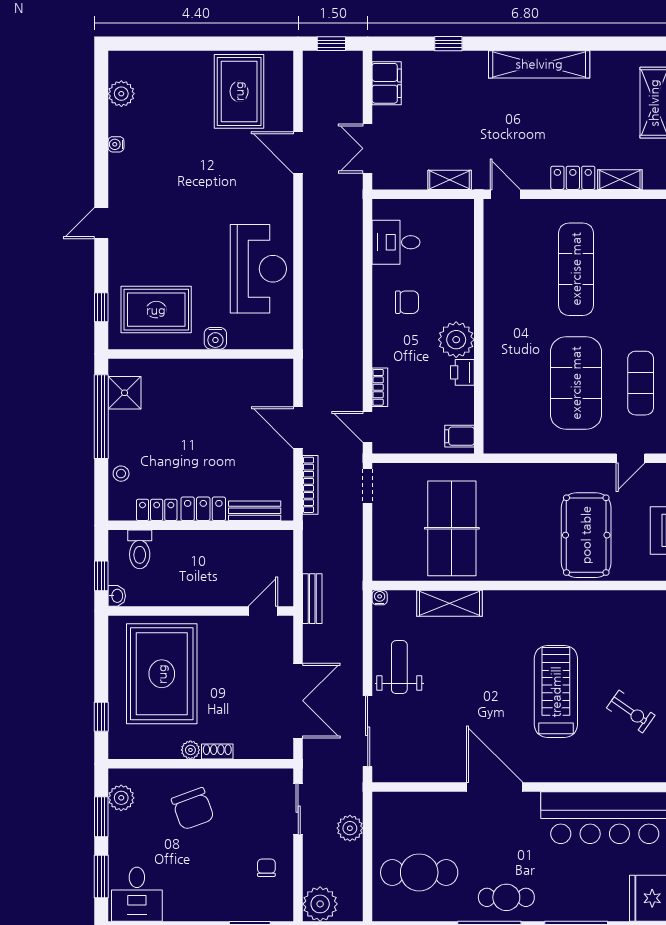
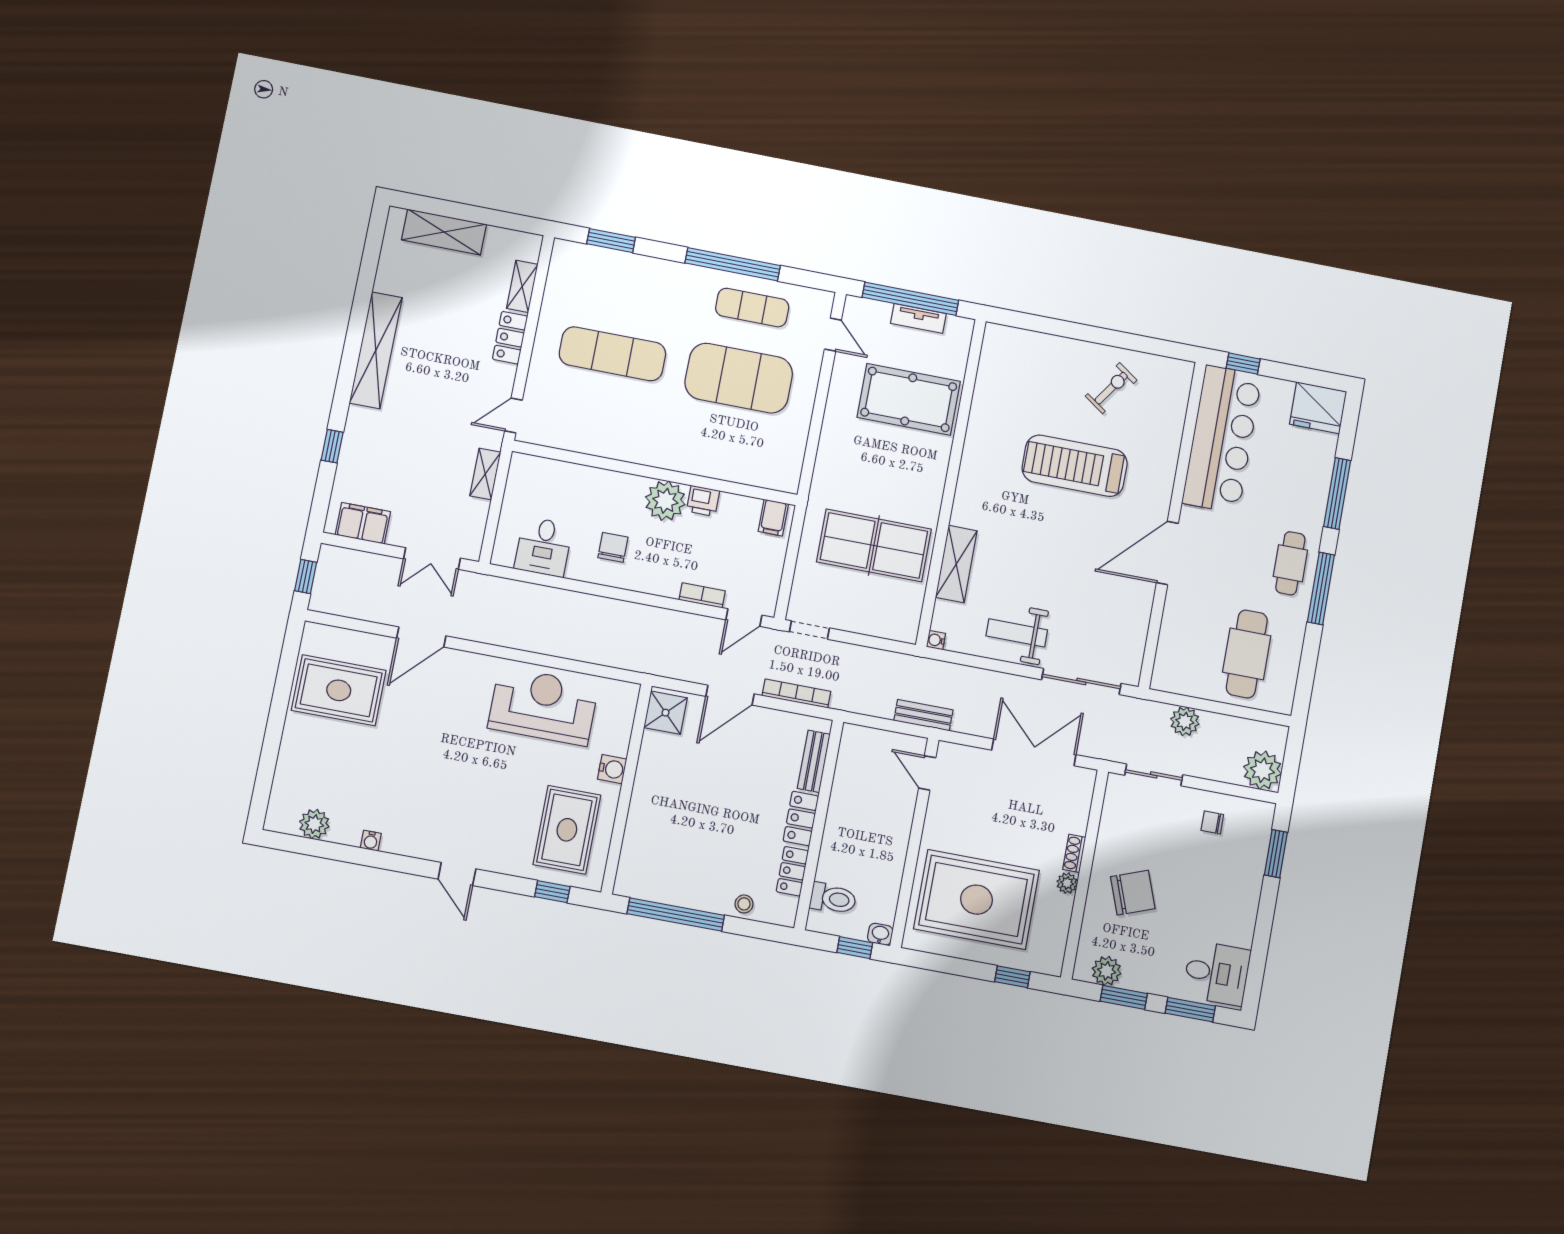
shower: (125, 393) -> (666, 713), moved

